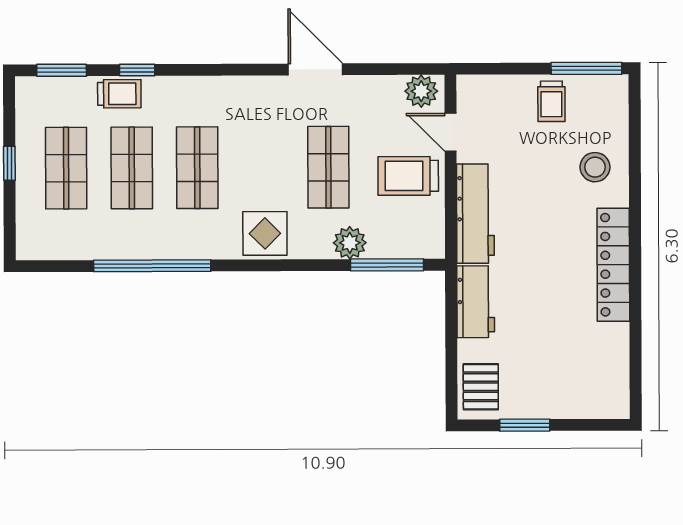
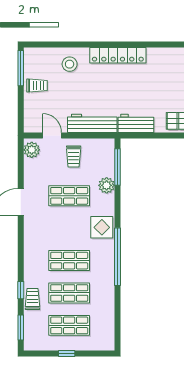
door: (451, 132) -> (52, 135), swing flipped
trolley: (408, 176) -> (74, 156), width x0.73, depth x0.72
window: (152, 266) -> (118, 257), moved

